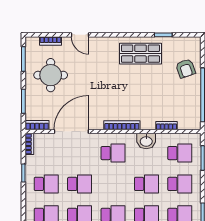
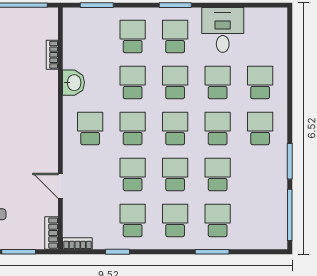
bookcase: (122, 125) -> (52, 116), removed
door: (71, 132) -> (60, 186), width x0.53
school desk: (180, 153) -> (133, 128), moved

